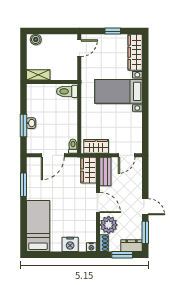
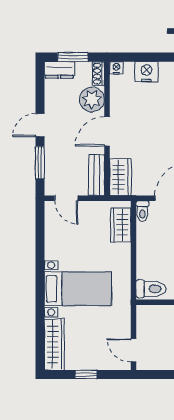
door: (79, 48) -> (133, 350), hinge flipped
wardrobe: (96, 146) -> (121, 225), moved, turned 90
door: (127, 155) -> (66, 198), swing flipped
door: (98, 202) -> (107, 131), hinge flipped
door: (145, 207) -> (40, 125), hinge flipped
window: (145, 232) -> (40, 163), moved

